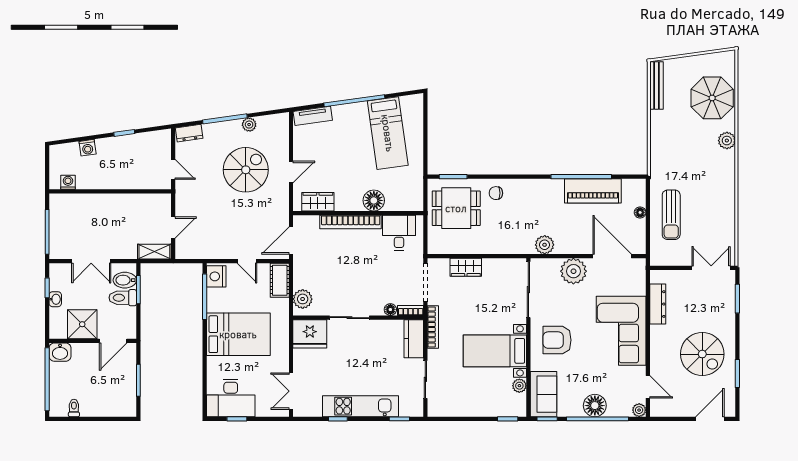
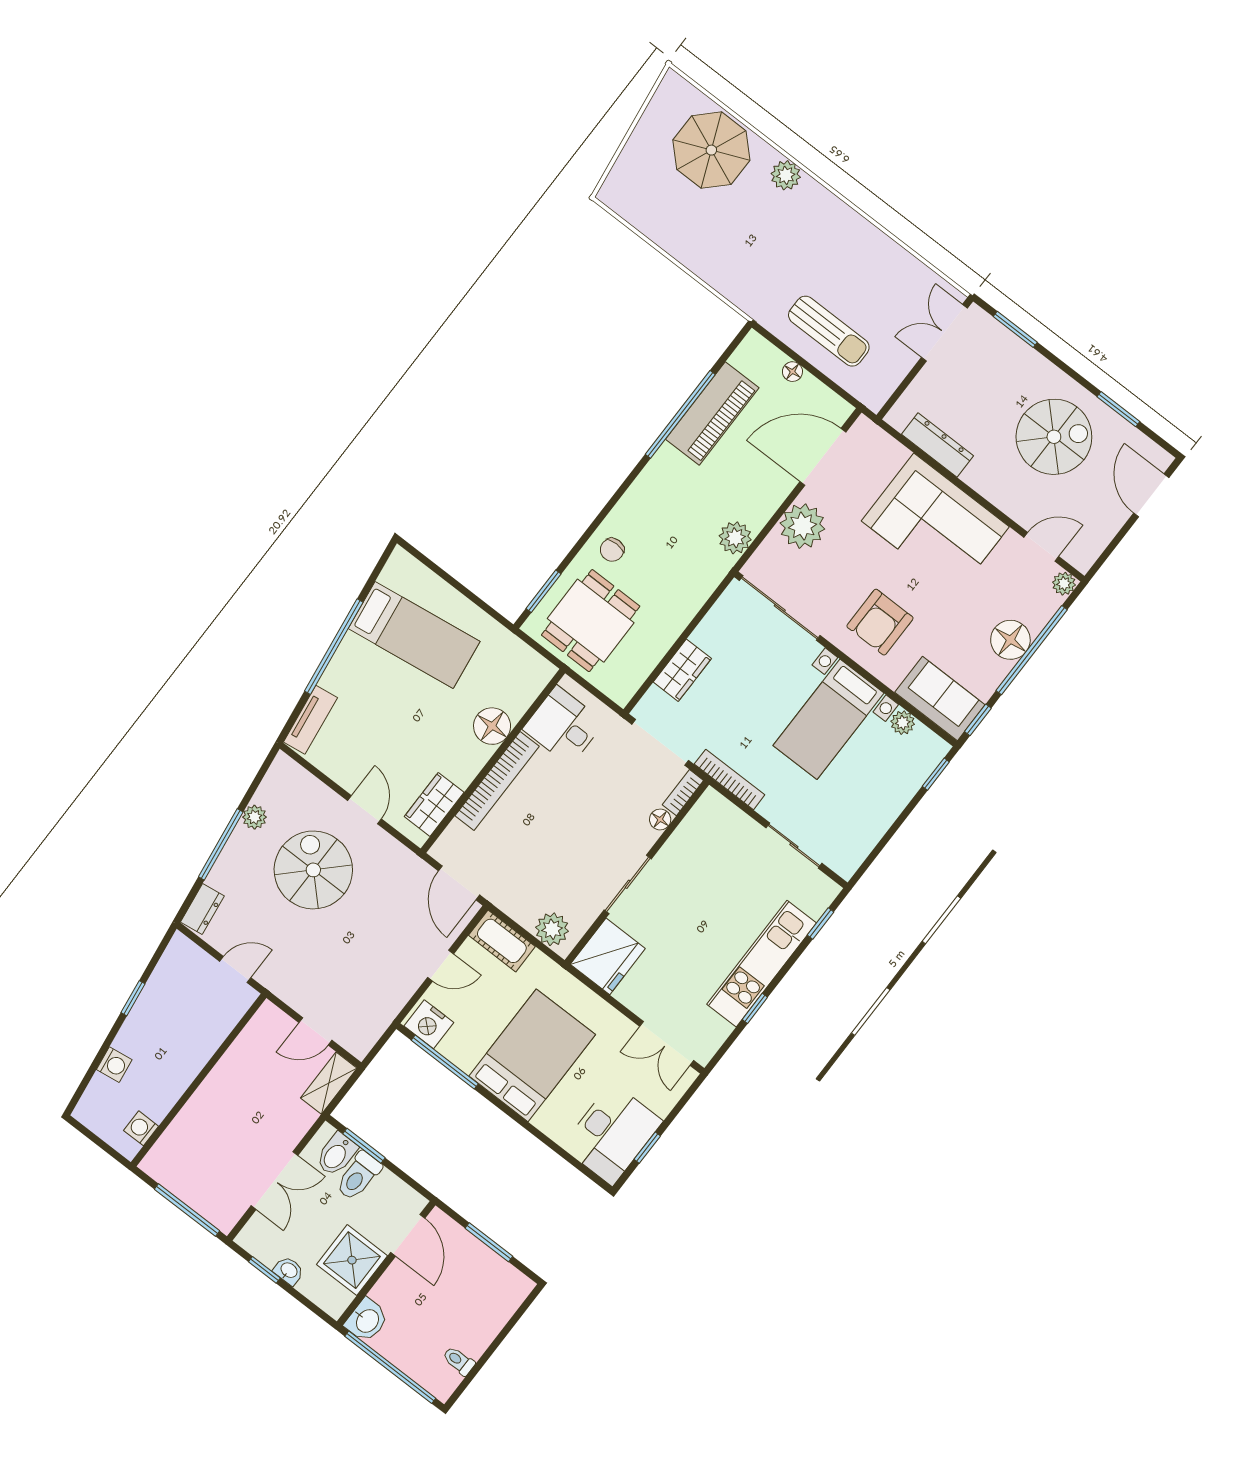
bench: (656, 86) -> (635, 214), removed
door: (173, 227) -> (315, 1031), swing flipped
kitchen counter: (414, 339) -> (725, 818), removed

